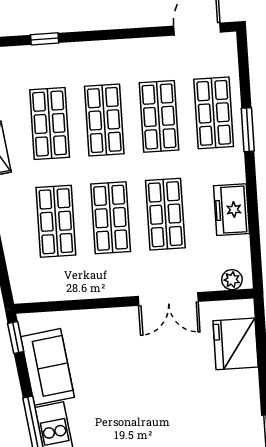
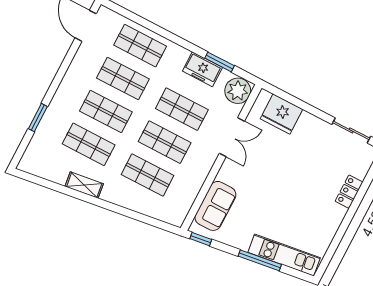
window: (45, 39) -> (38, 118), width x1.50
window: (248, 130) -> (220, 62), moved
plant: (232, 280) -> (238, 91), width x1.87, depth x1.87
sofa: (47, 367) -> (215, 206), moved, turned 98

